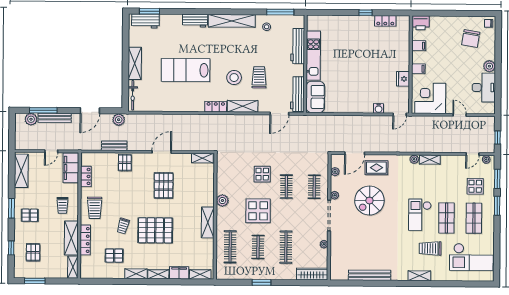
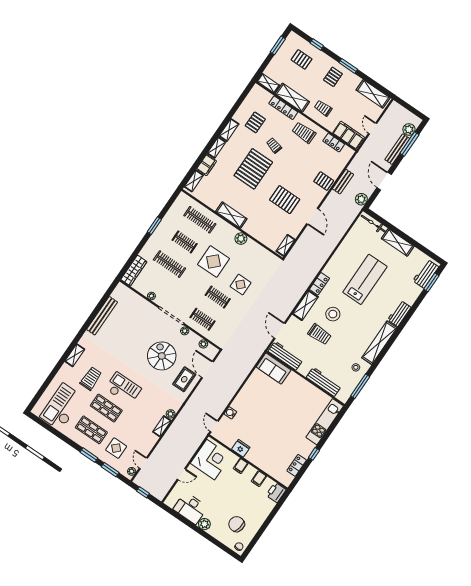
kitchen unit: (313, 56) -> (325, 422), moved, turned 90

